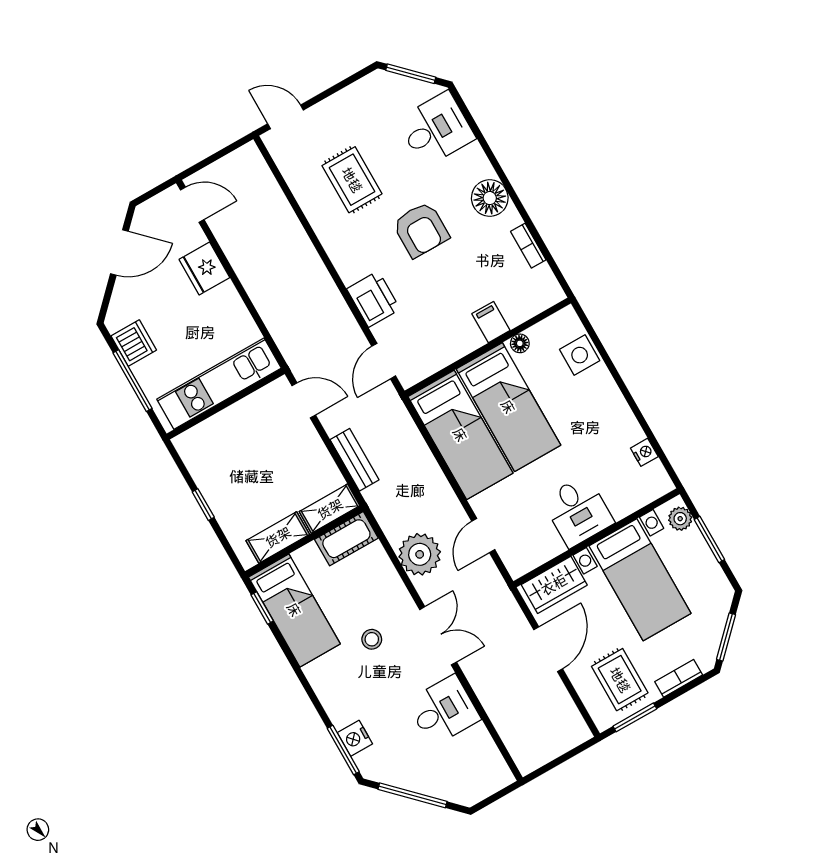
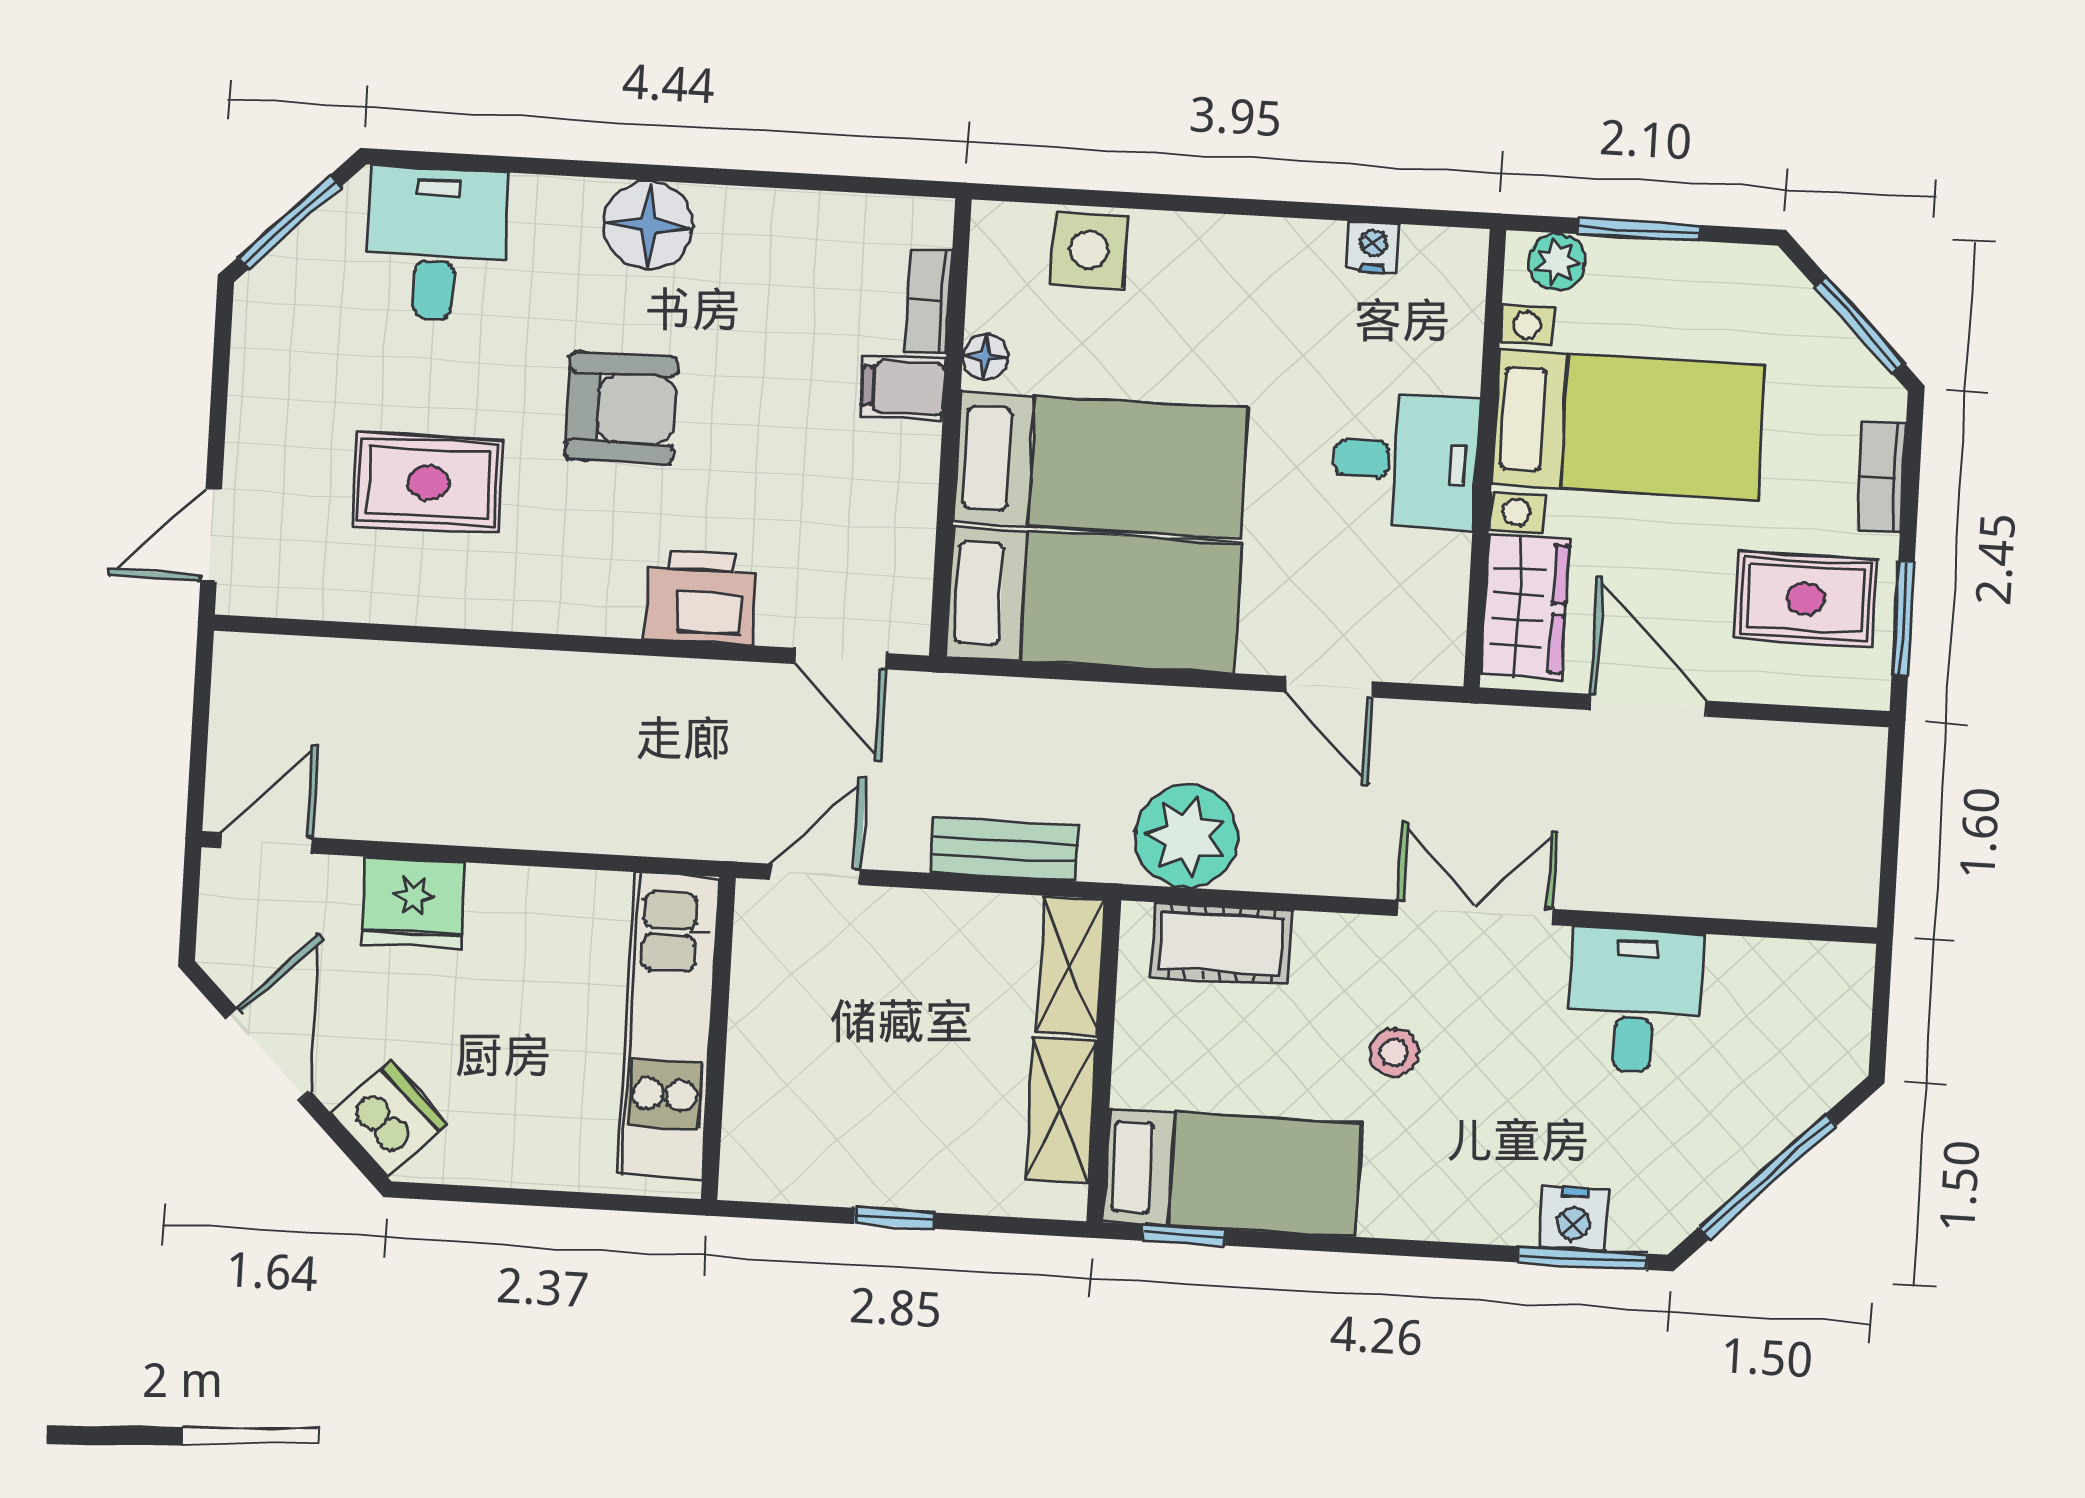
bookcase: (528, 246) -> (929, 301), moved, turned 90
dishwasher: (134, 343) -> (389, 1119), moved, turned 45
window: (133, 381) -> (547, 1198), removed
cot: (346, 539) -> (1222, 943), moved, turned 90
plant: (420, 554) -> (1186, 836), moved

